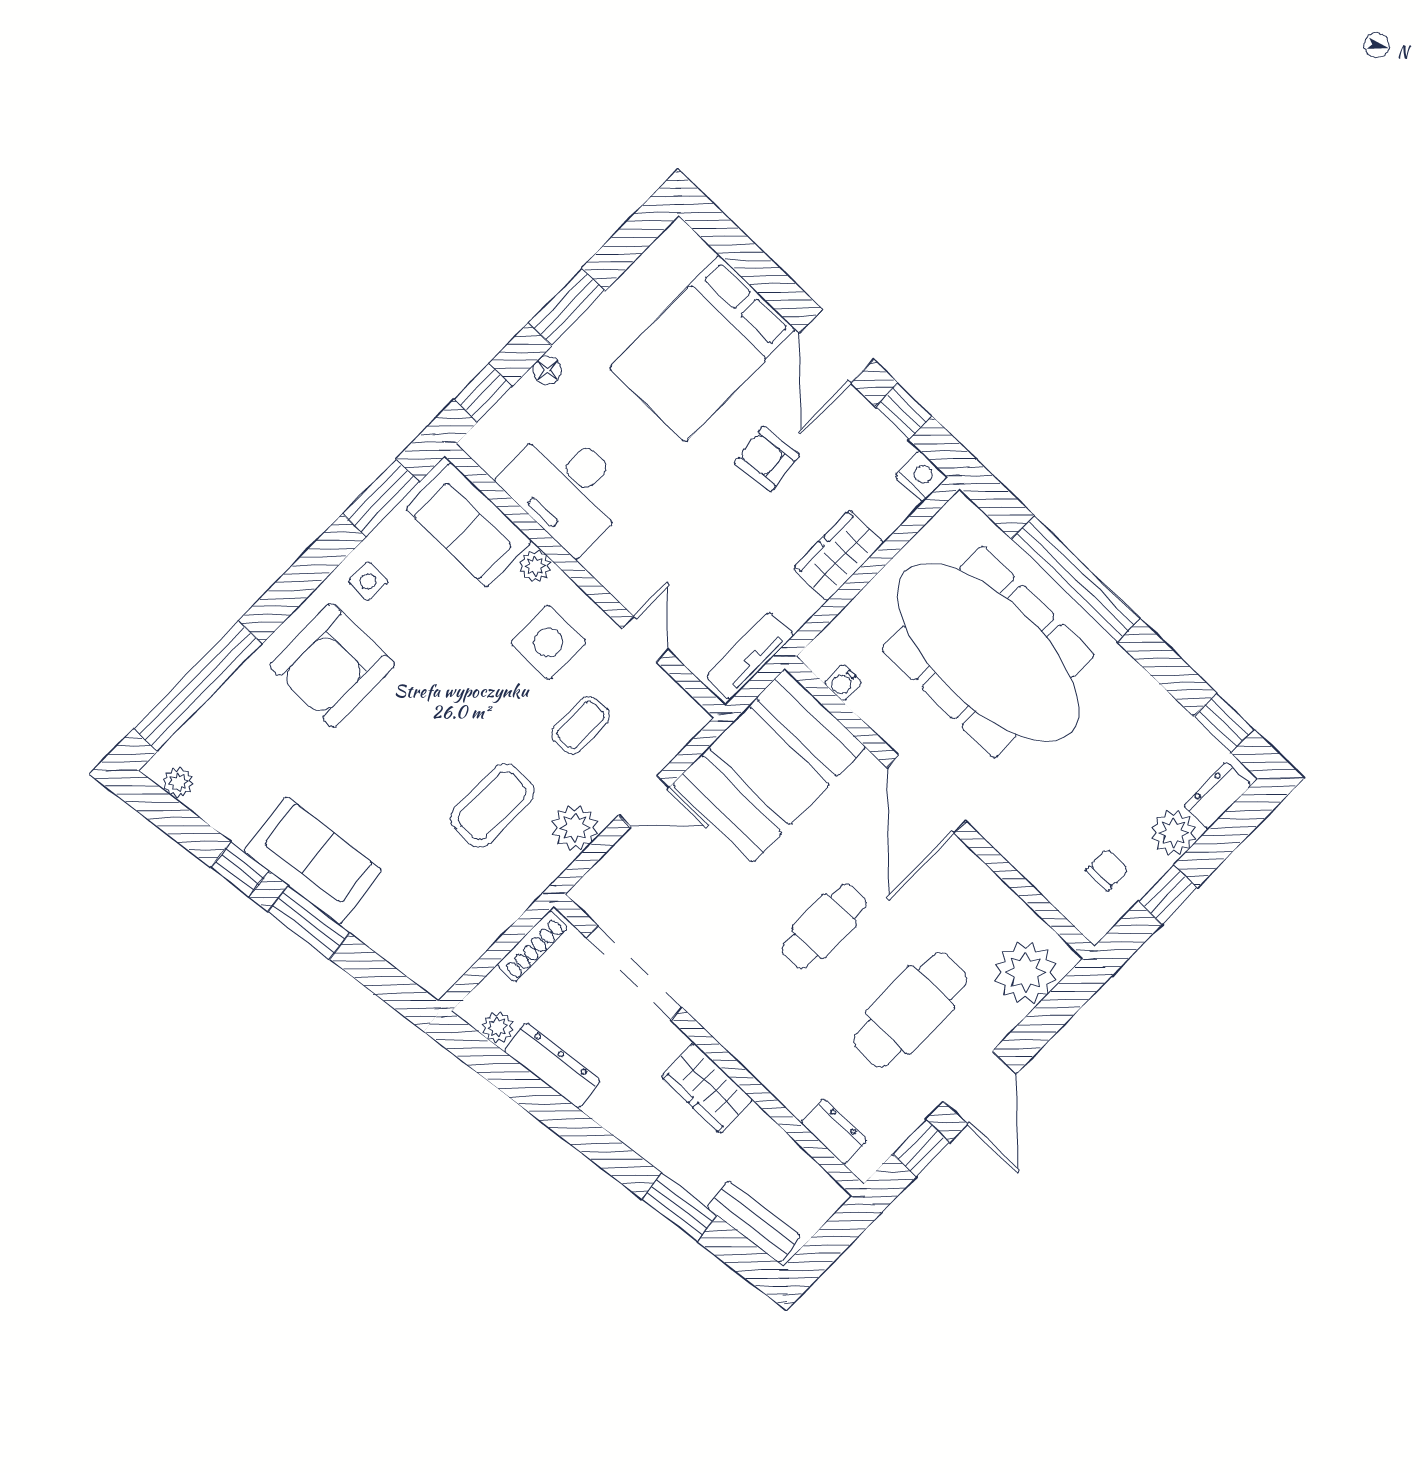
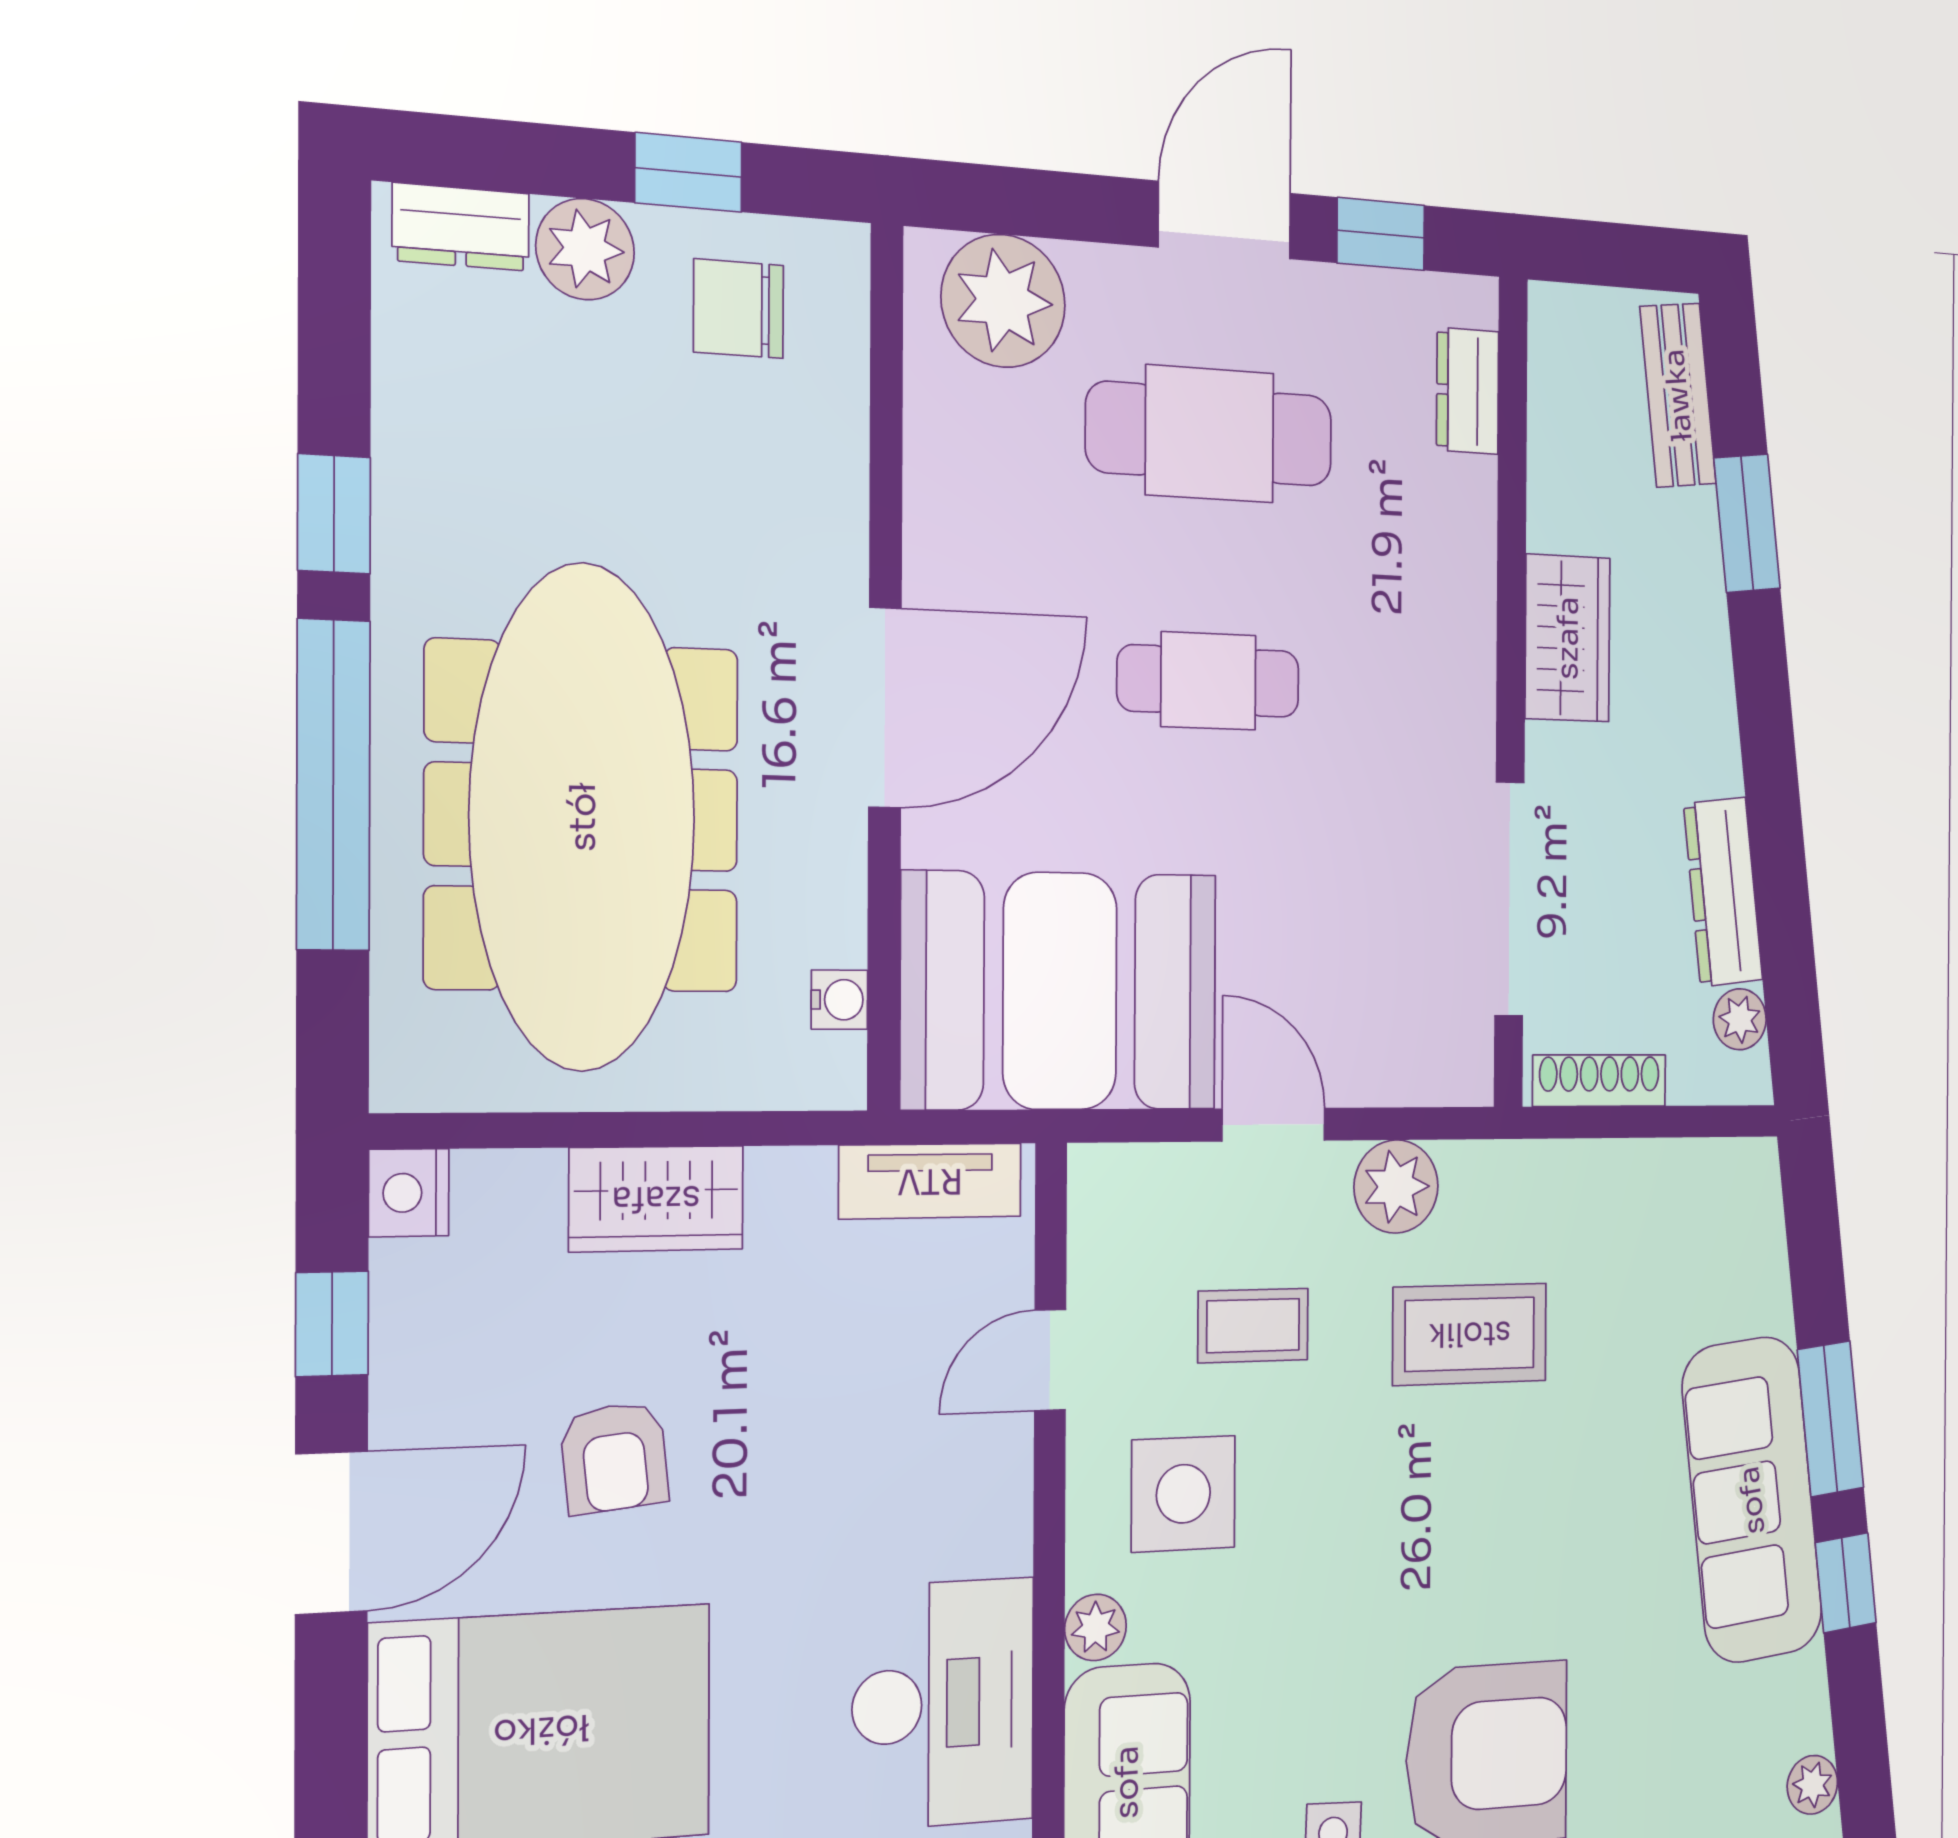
window: (1224, 723) -> (334, 514), moved
sofa: (313, 861) -> (1752, 1500), width x1.36
chair: (1107, 870) -> (739, 309), width x1.37, depth x1.37

